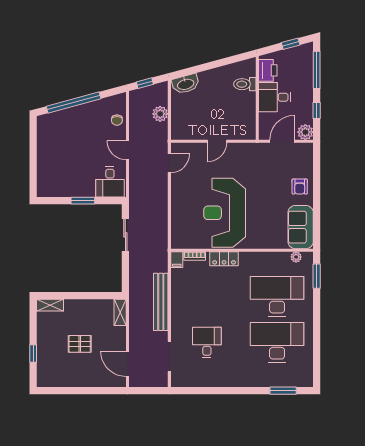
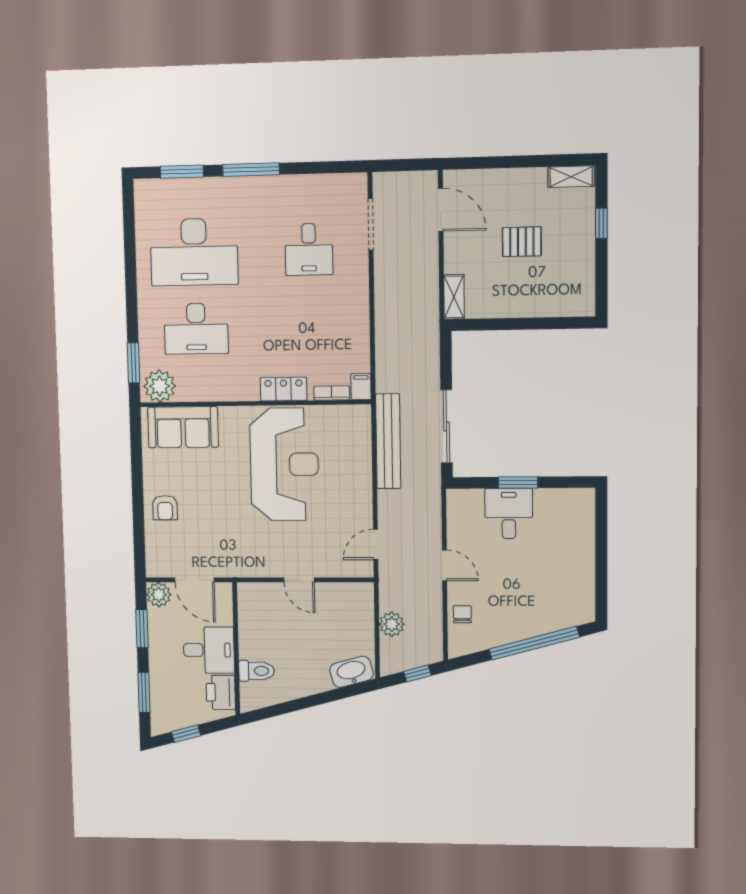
window: (317, 70) -> (144, 692), width x0.69
window: (317, 111) -> (142, 629), width x1.50
door: (217, 141) -> (299, 580), swing flipped
door: (282, 141) -> (195, 580), hinge flipped
desk: (110, 182) -> (509, 514), moved
armchair: (300, 187) -> (165, 508), turned 180
sofa: (301, 227) -> (183, 427), moved, turned 90
sliding door: (125, 235) -> (447, 426), width x1.37
plant: (296, 257) -> (160, 386), width x1.88, depth x1.88
desk: (277, 296) -> (196, 329), width x0.73, depth x0.77
bench: (161, 302) -> (388, 441), moved
shelving: (50, 305) -> (571, 177), moved
window: (241, 391) -> (251, 170), added

